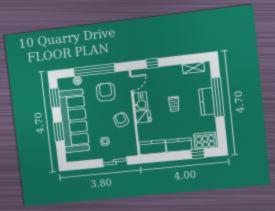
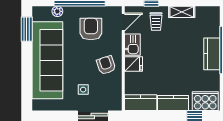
shelving: (193, 68) -> (182, 12), moved
trolley: (174, 104) -> (156, 22), moved
window: (59, 132) -> (27, 72), removed

